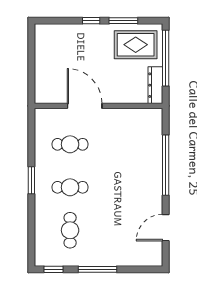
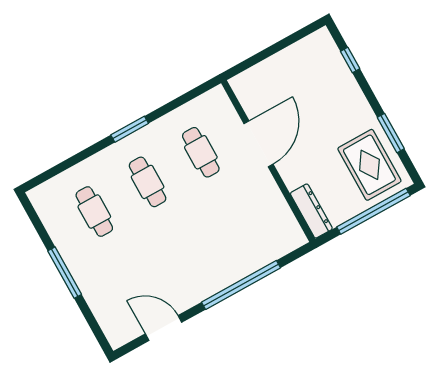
window: (91, 21) -> (350, 60), moved
dresser: (155, 85) -> (311, 211), moved, turned 90
cafe table: (70, 230) -> (94, 212), turned 90
window: (53, 269) -> (34, 218), removed

